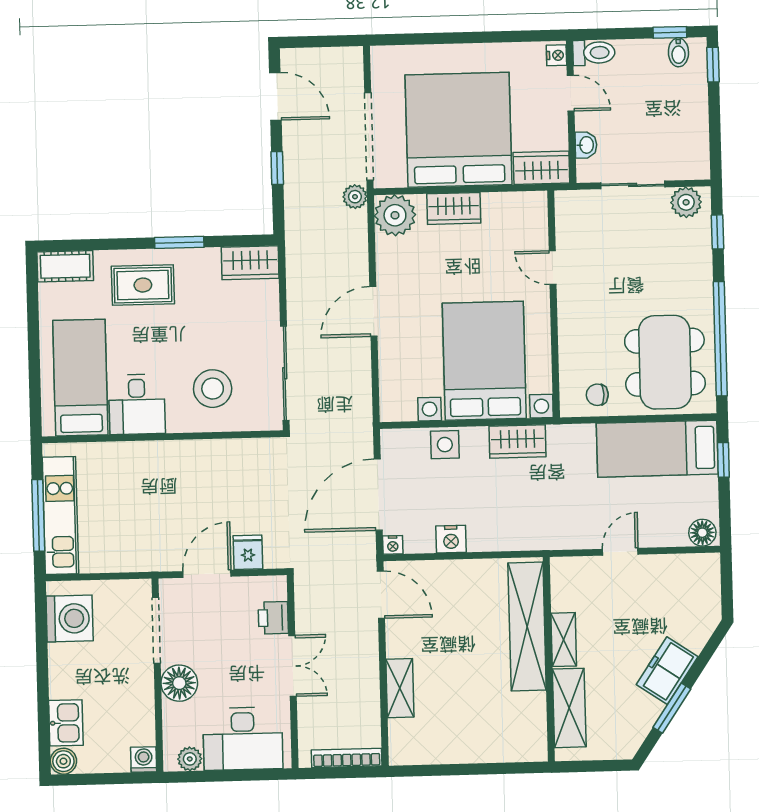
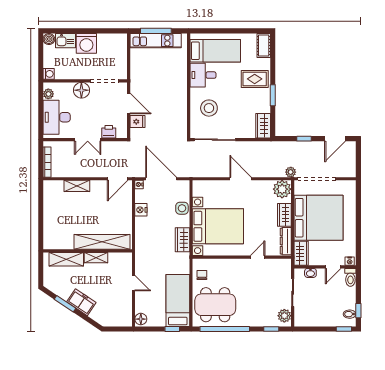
dresser: (514, 204) -> (286, 241), added
rug: (143, 285) -> (255, 79), turned 90
washing machine: (70, 618) -> (86, 43), moved

